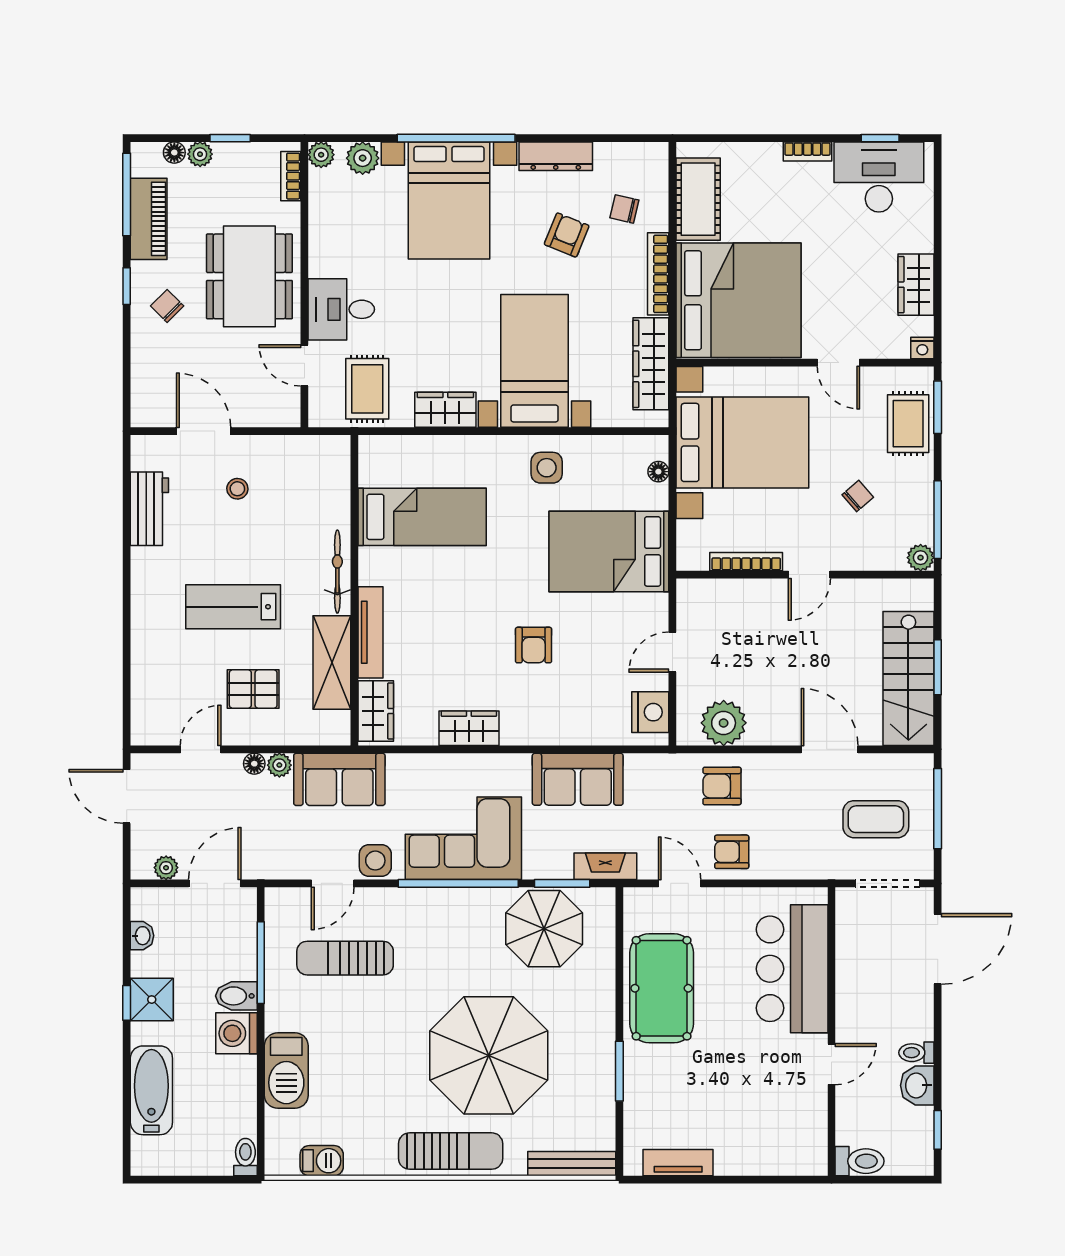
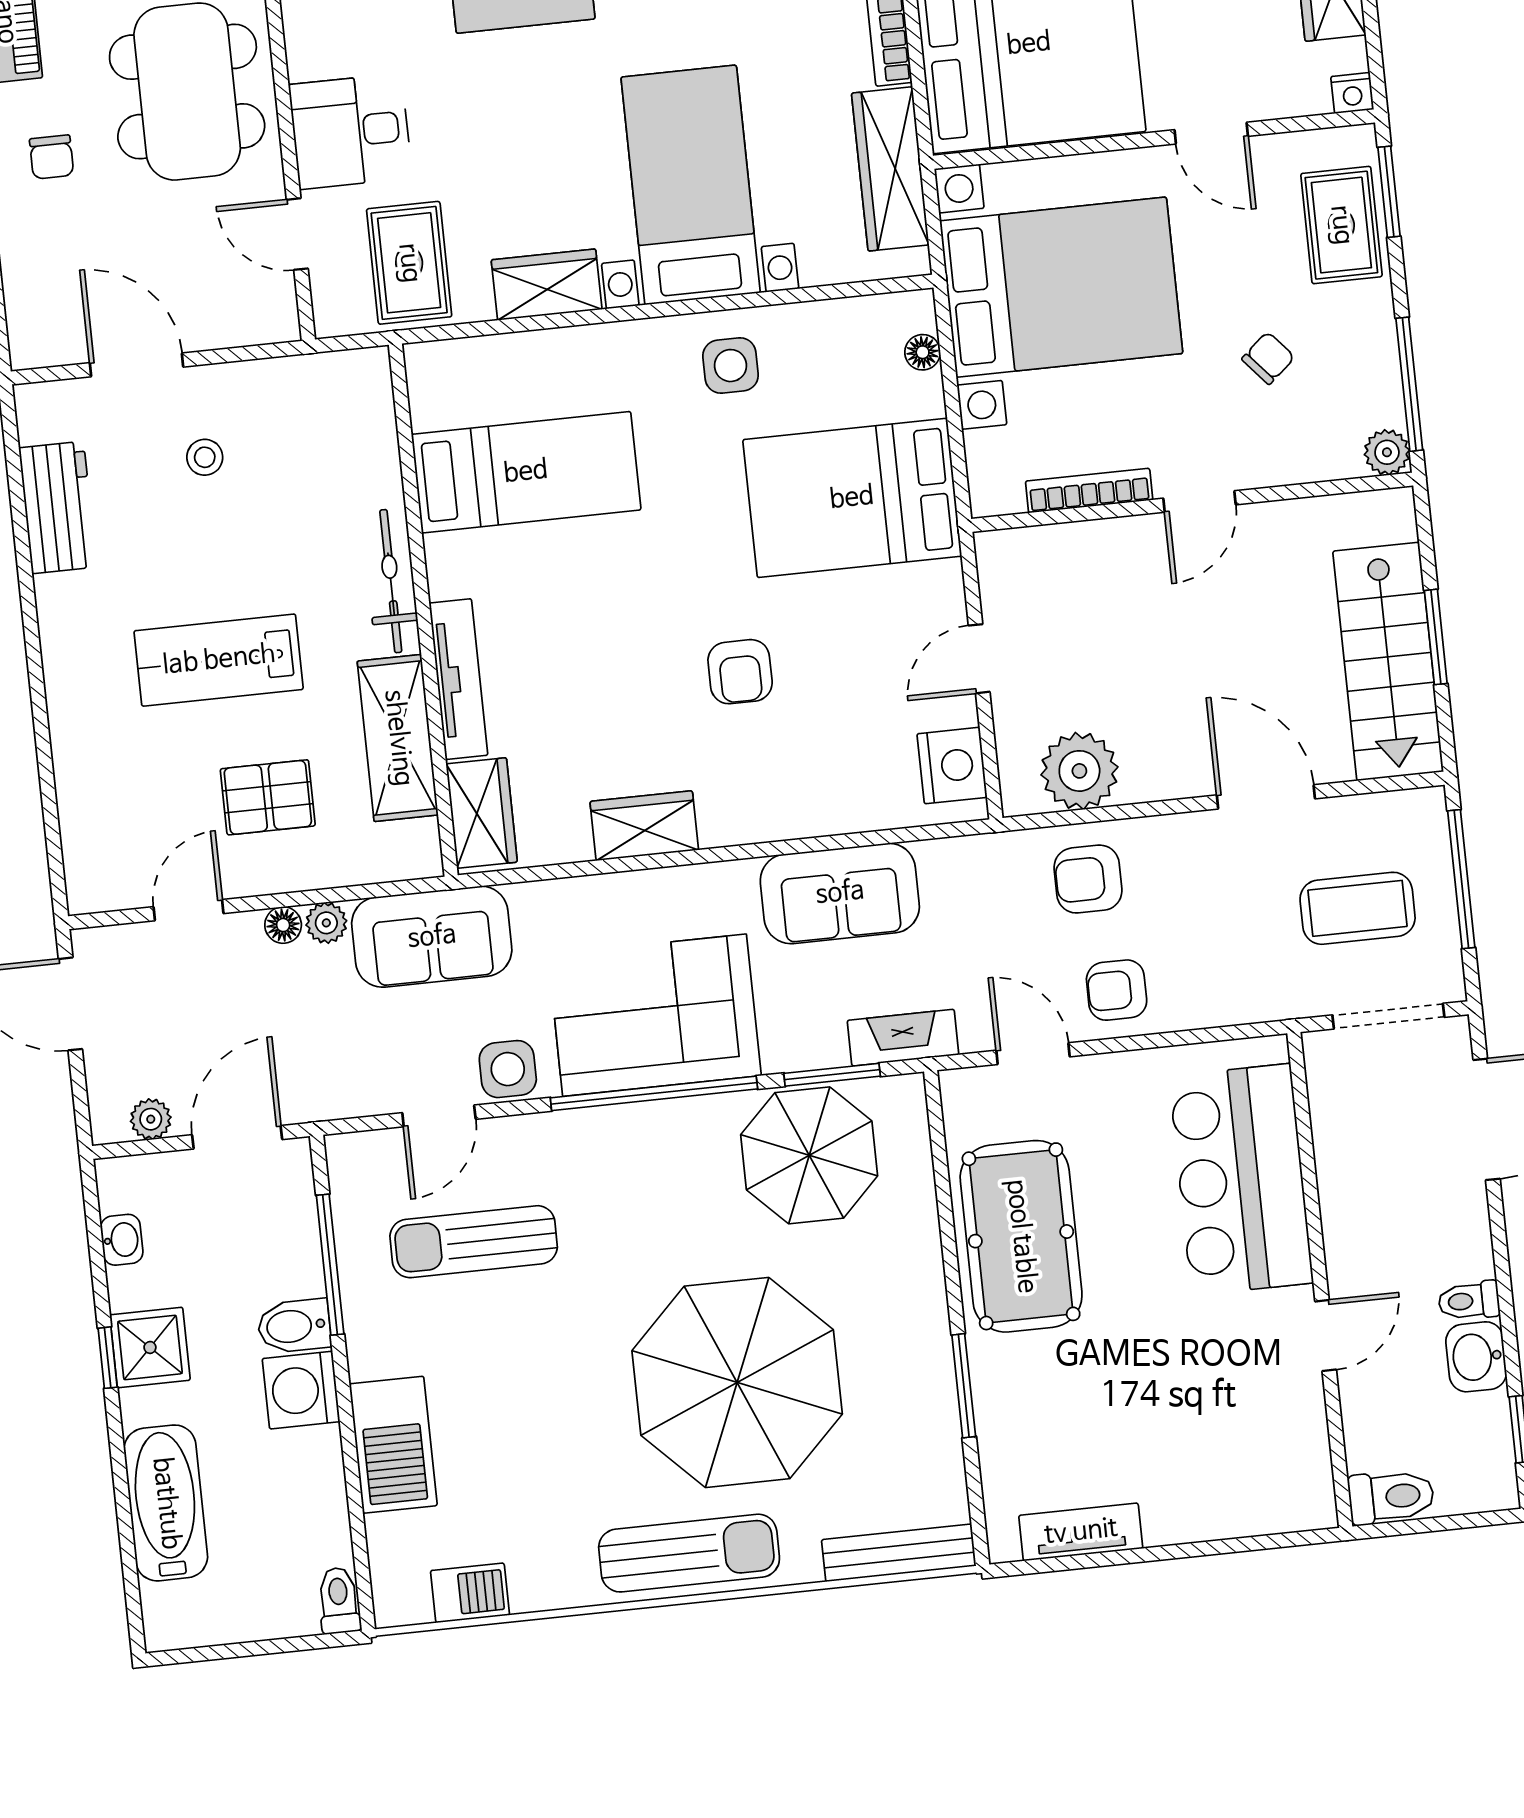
chair: (167, 306) -> (52, 157), turned -135

